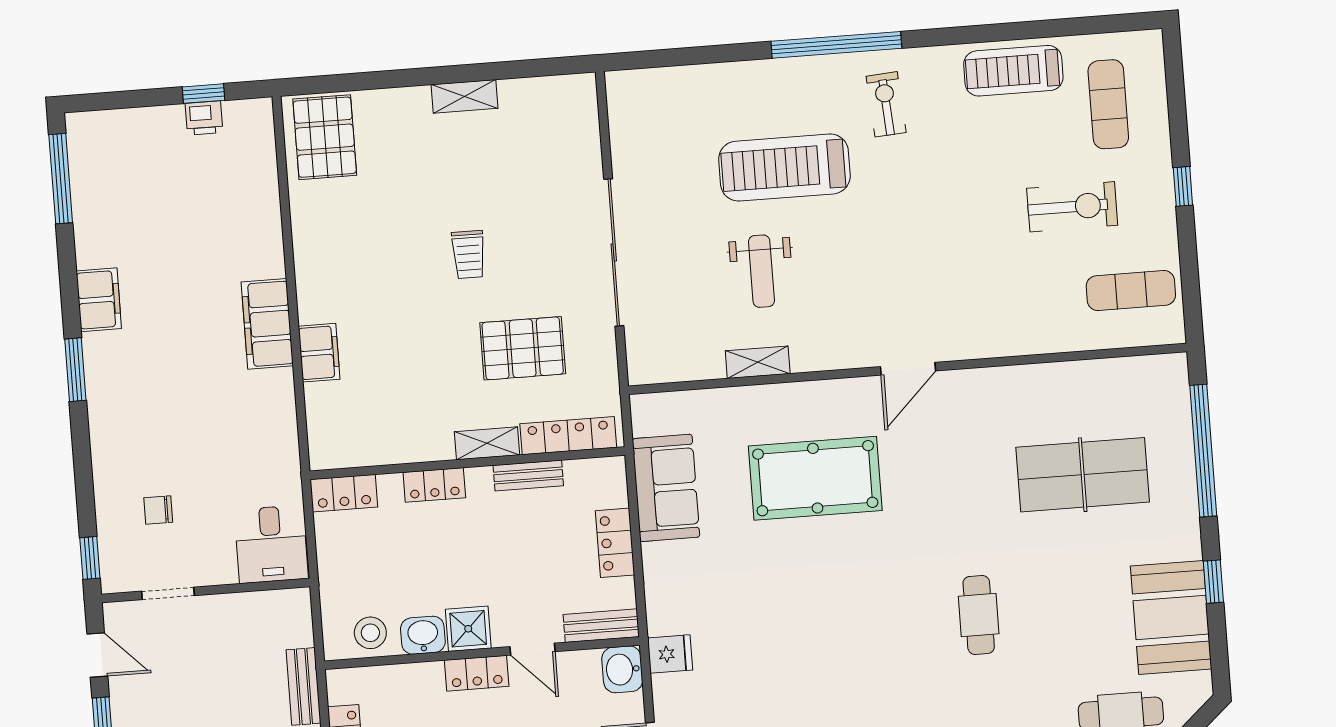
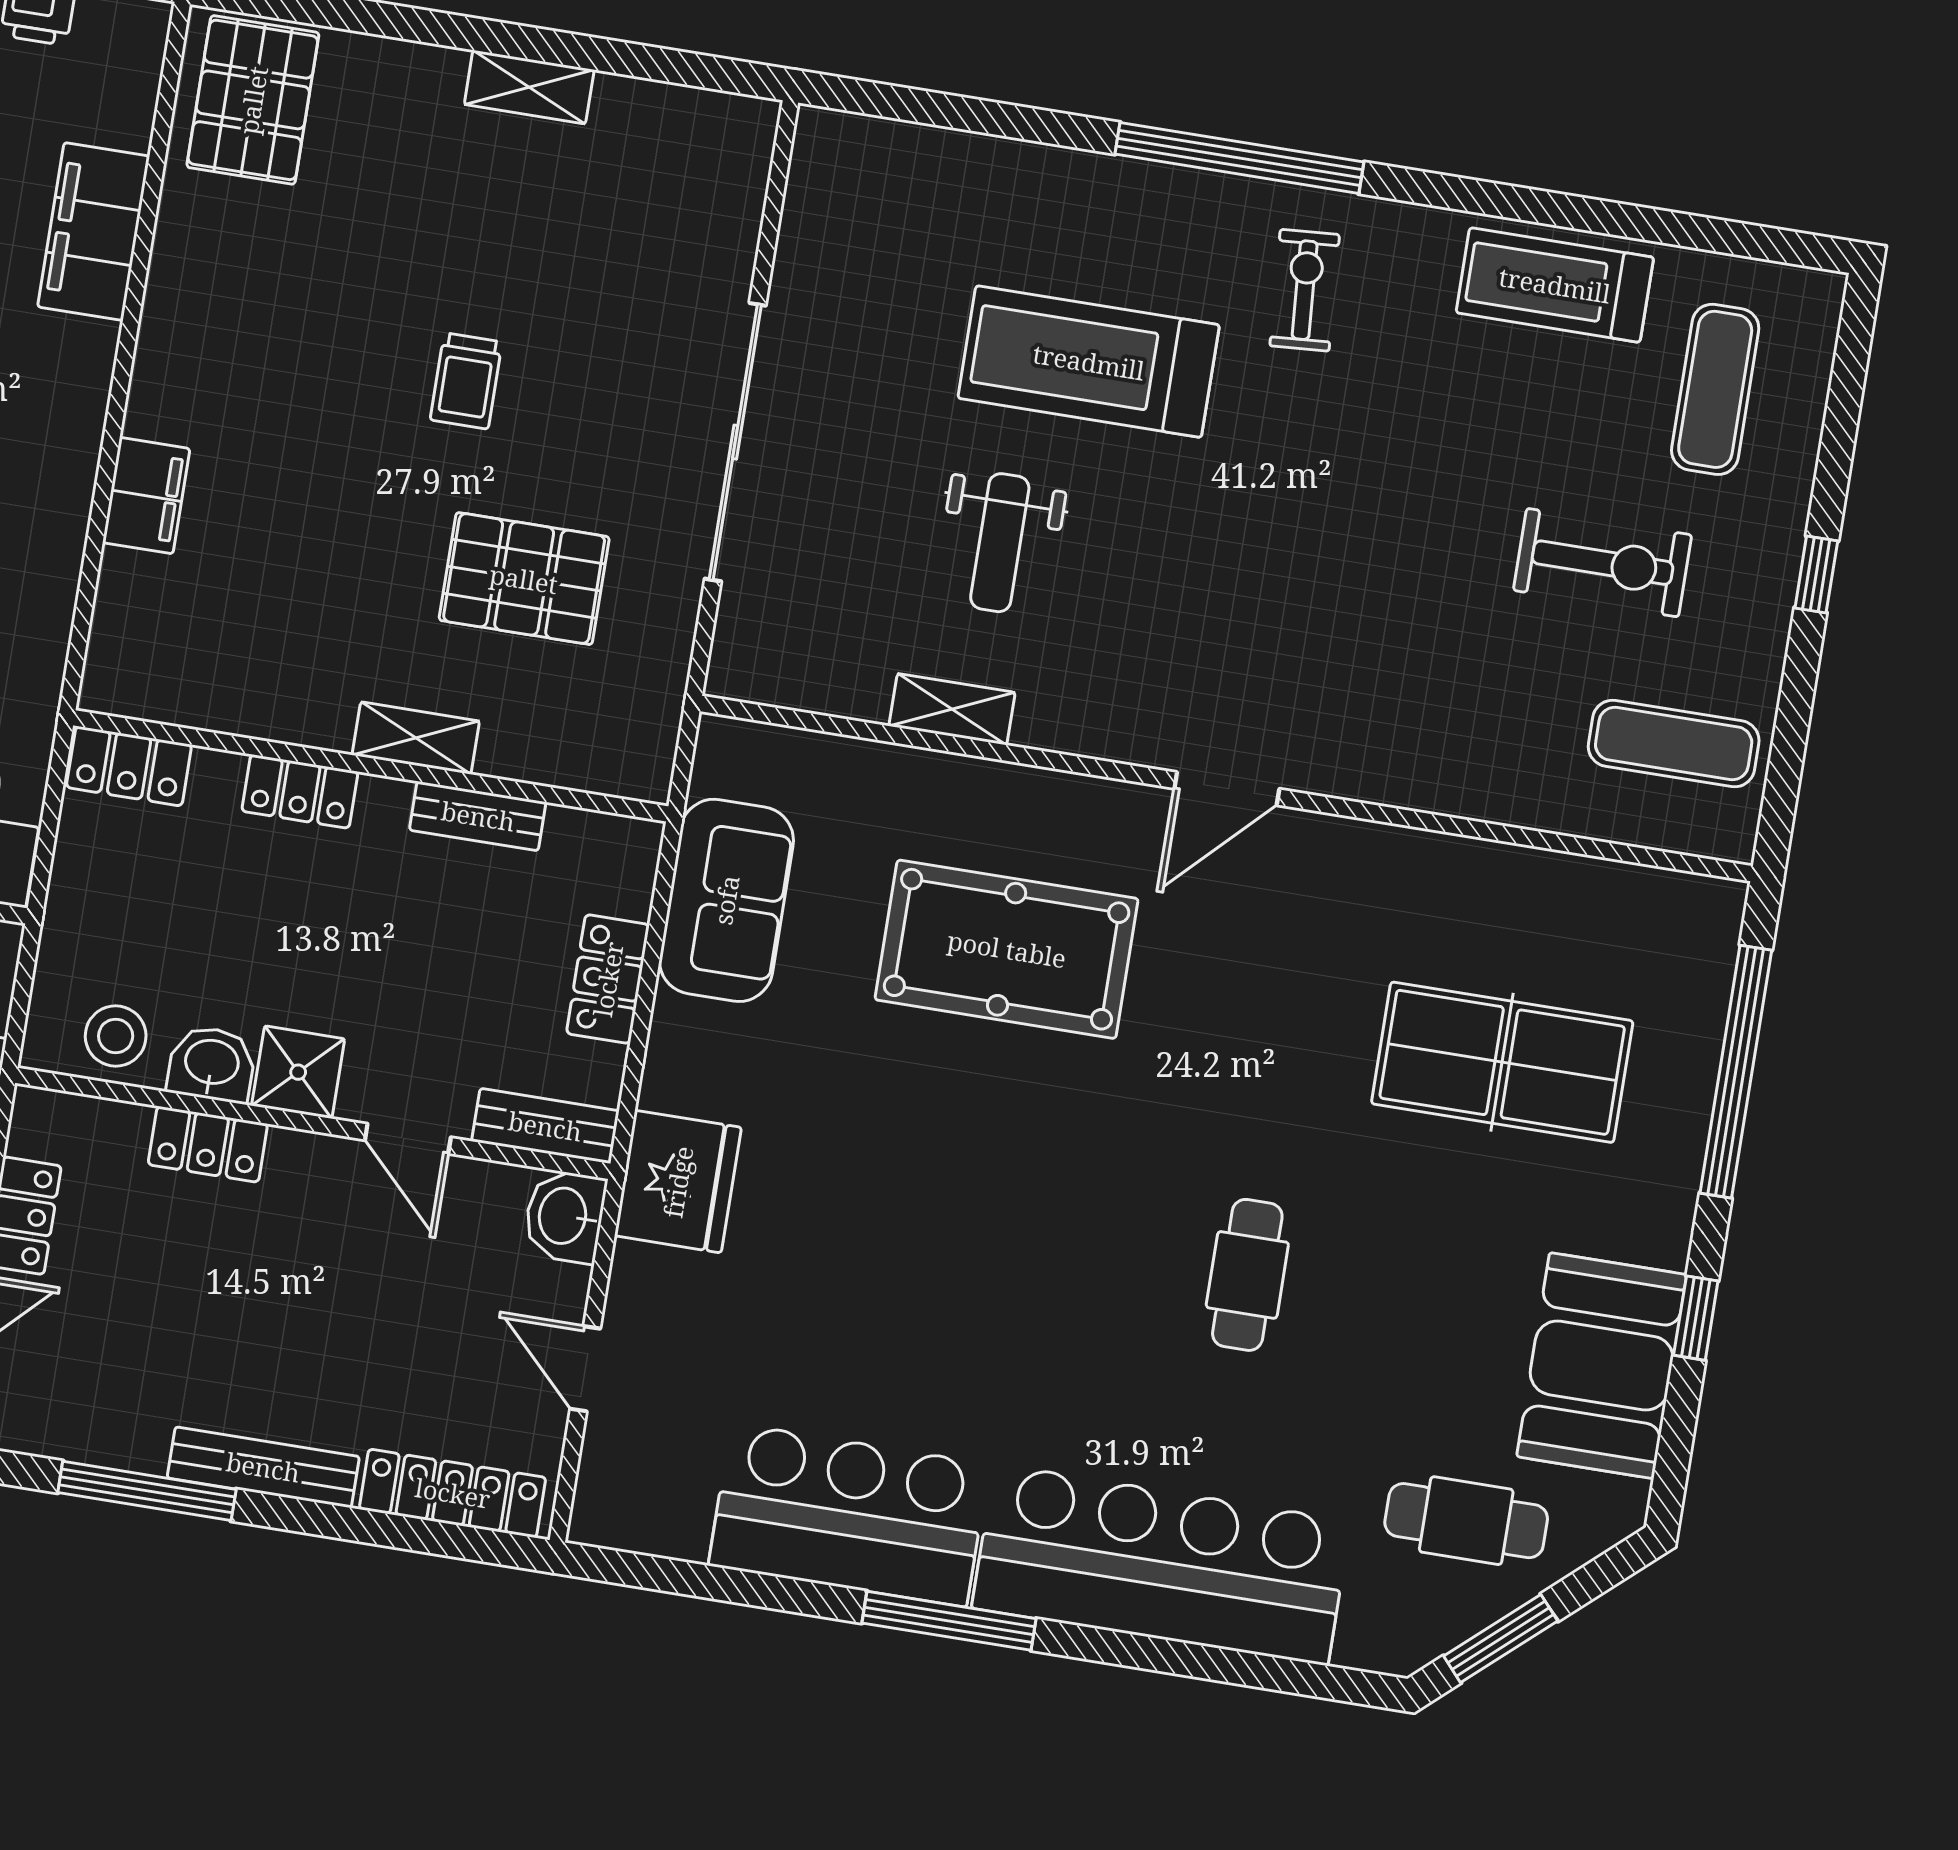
filing cabinet: (267, 324) -> (94, 231), moved
locker: (568, 436) -> (569, 760), removed
fridge: (670, 654) -> (678, 1182), width x1.88, depth x1.34
locker: (477, 673) -> (208, 1144), moved

